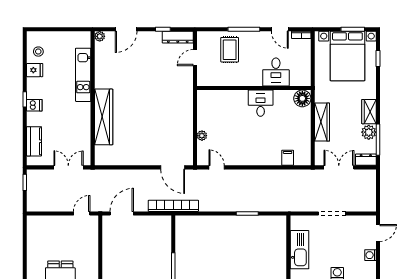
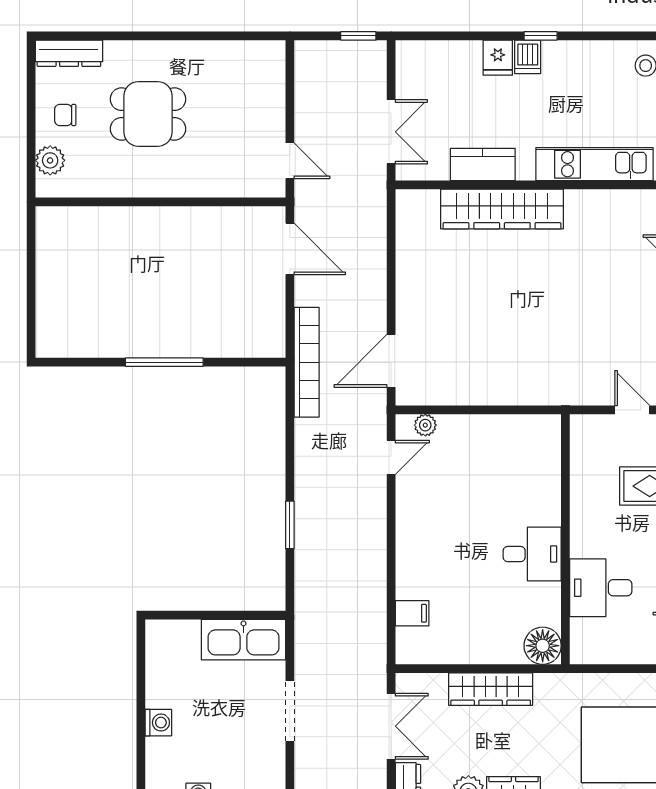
fridge: (35, 70) -> (498, 58), moved
plant: (202, 136) -> (425, 425), moved
kitchen counter: (34, 141) -> (483, 165), moved, turned 180
kitchen sink: (300, 250) -> (243, 640), moved

